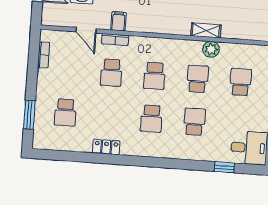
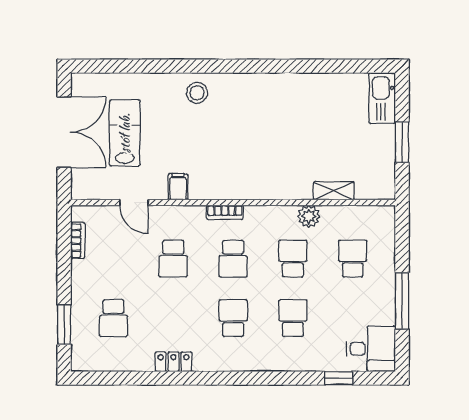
shelving: (206, 30) -> (334, 191), moved
bookcase: (115, 40) -> (225, 212), moved
school desk: (151, 119) -> (233, 318), turned 180

